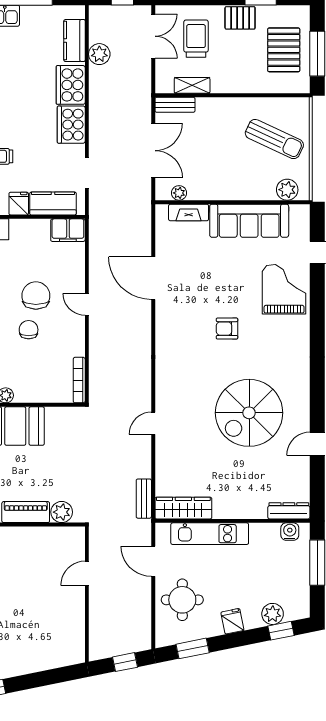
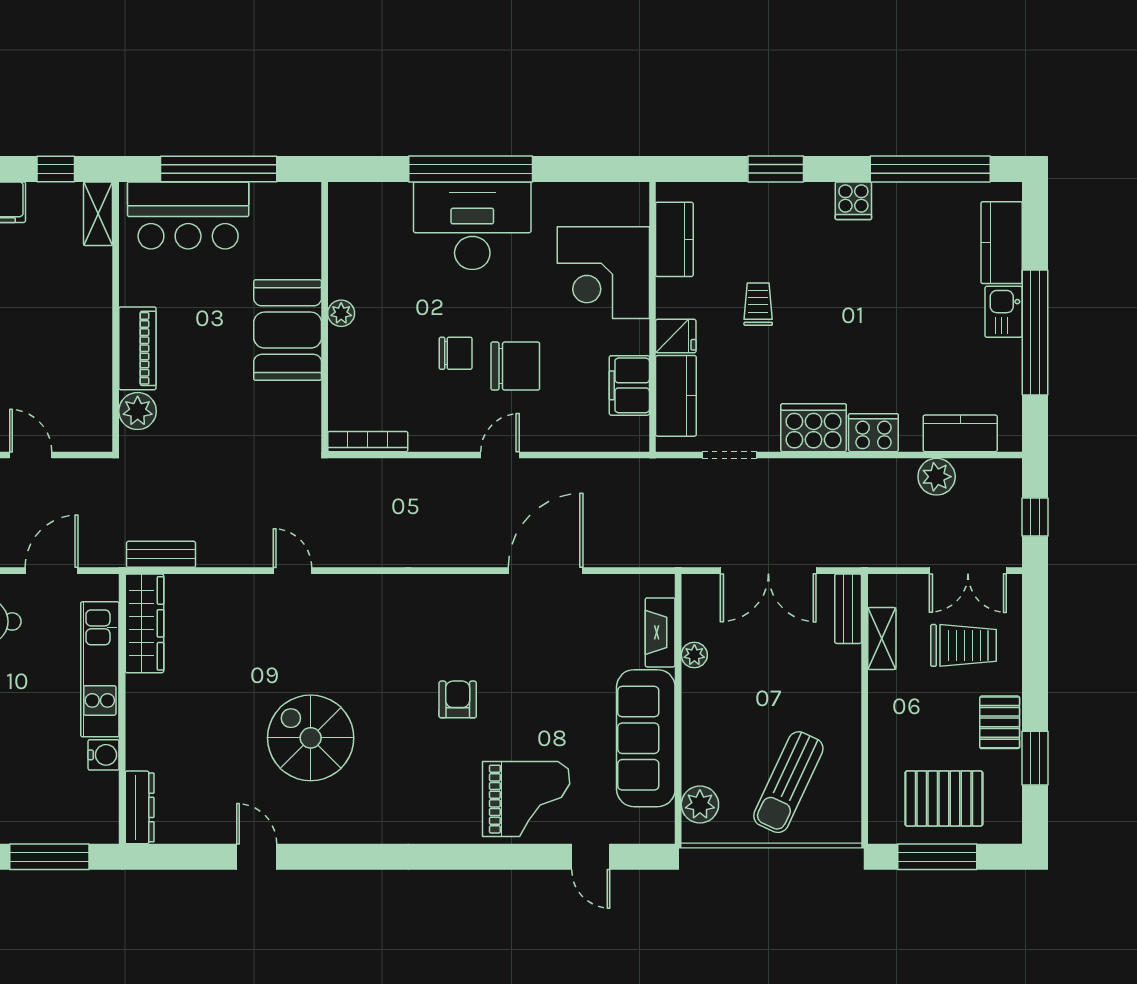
cooker: (71, 85) -> (873, 433), width x0.73, depth x0.76
plant: (179, 193) -> (694, 655), moved
filing cabinet: (68, 230) -> (629, 385), moved
spiral stairs: (249, 413) -> (311, 738), width x0.73, depth x0.73
water cooler: (290, 532) -> (104, 755), moved

